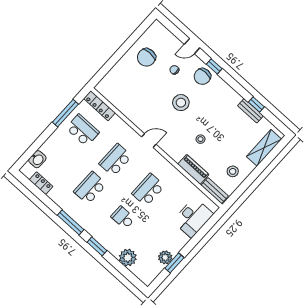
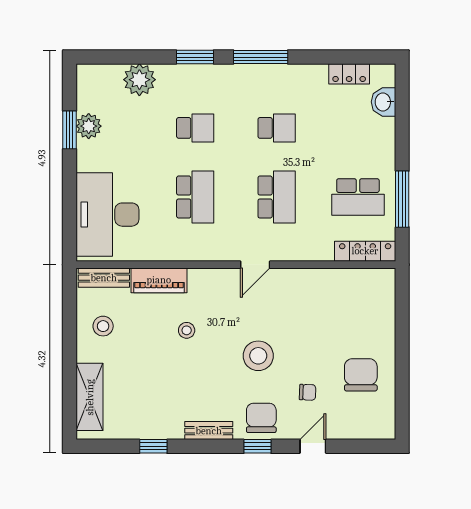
bench: (251, 111) -> (209, 431), moved
school desk: (90, 188) -> (277, 128), width x0.54
desk: (193, 218) -> (107, 215), width x1.36, depth x1.30

